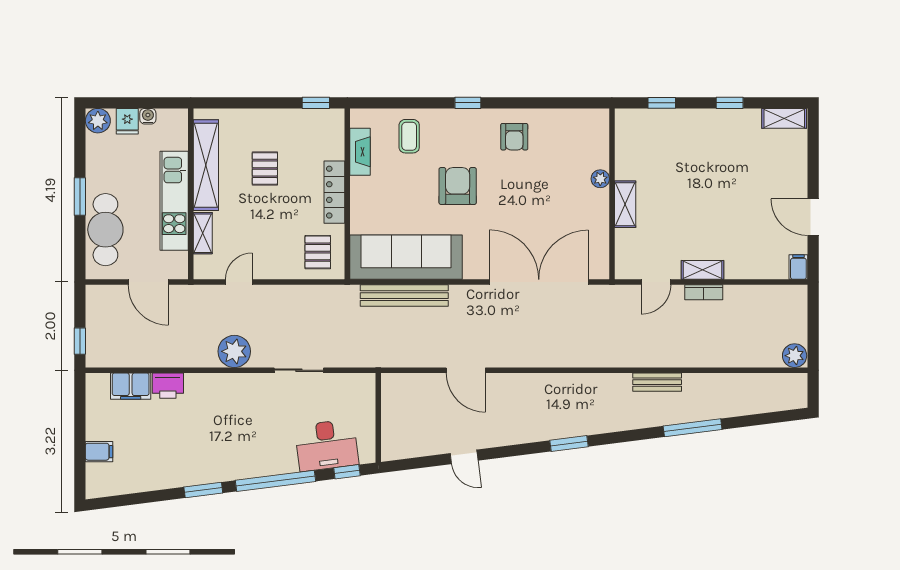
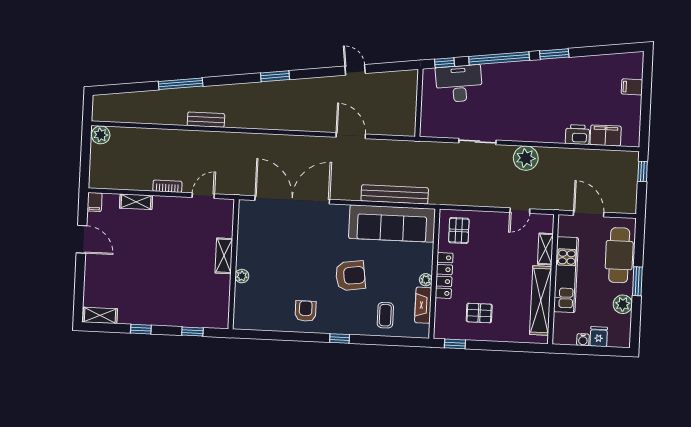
plant: (98, 121) -> (623, 304), moved
pallet: (265, 168) -> (479, 313), moved, turned 90
plant: (358, 185) -> (426, 280), added
armchair: (458, 186) -> (350, 276), turned -98
shelving: (703, 270) -> (136, 202), moved
double door: (539, 282) -> (292, 200), swing flipped

